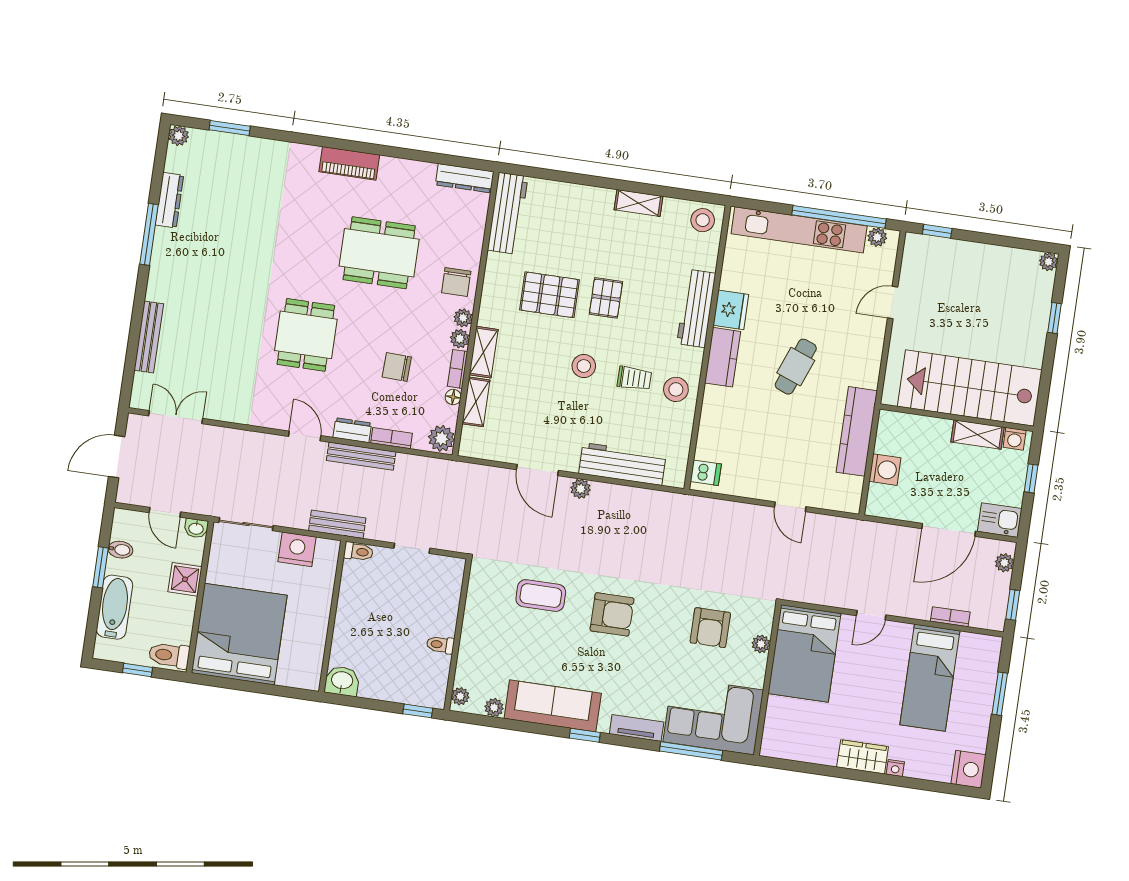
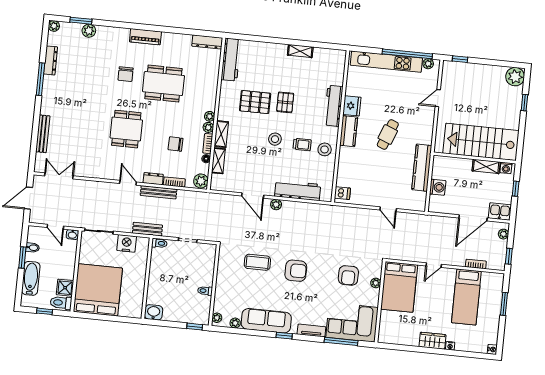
plant: (244, 148) -> (89, 31), added
stool: (703, 220) -> (335, 59), removed
plant: (1049, 262) -> (515, 77), width x1.88, depth x1.88
chair: (456, 282) -> (126, 74), moved
shower: (185, 579) -> (65, 288), moved
nightstand: (968, 769) -> (492, 349), width x0.53, depth x0.56

